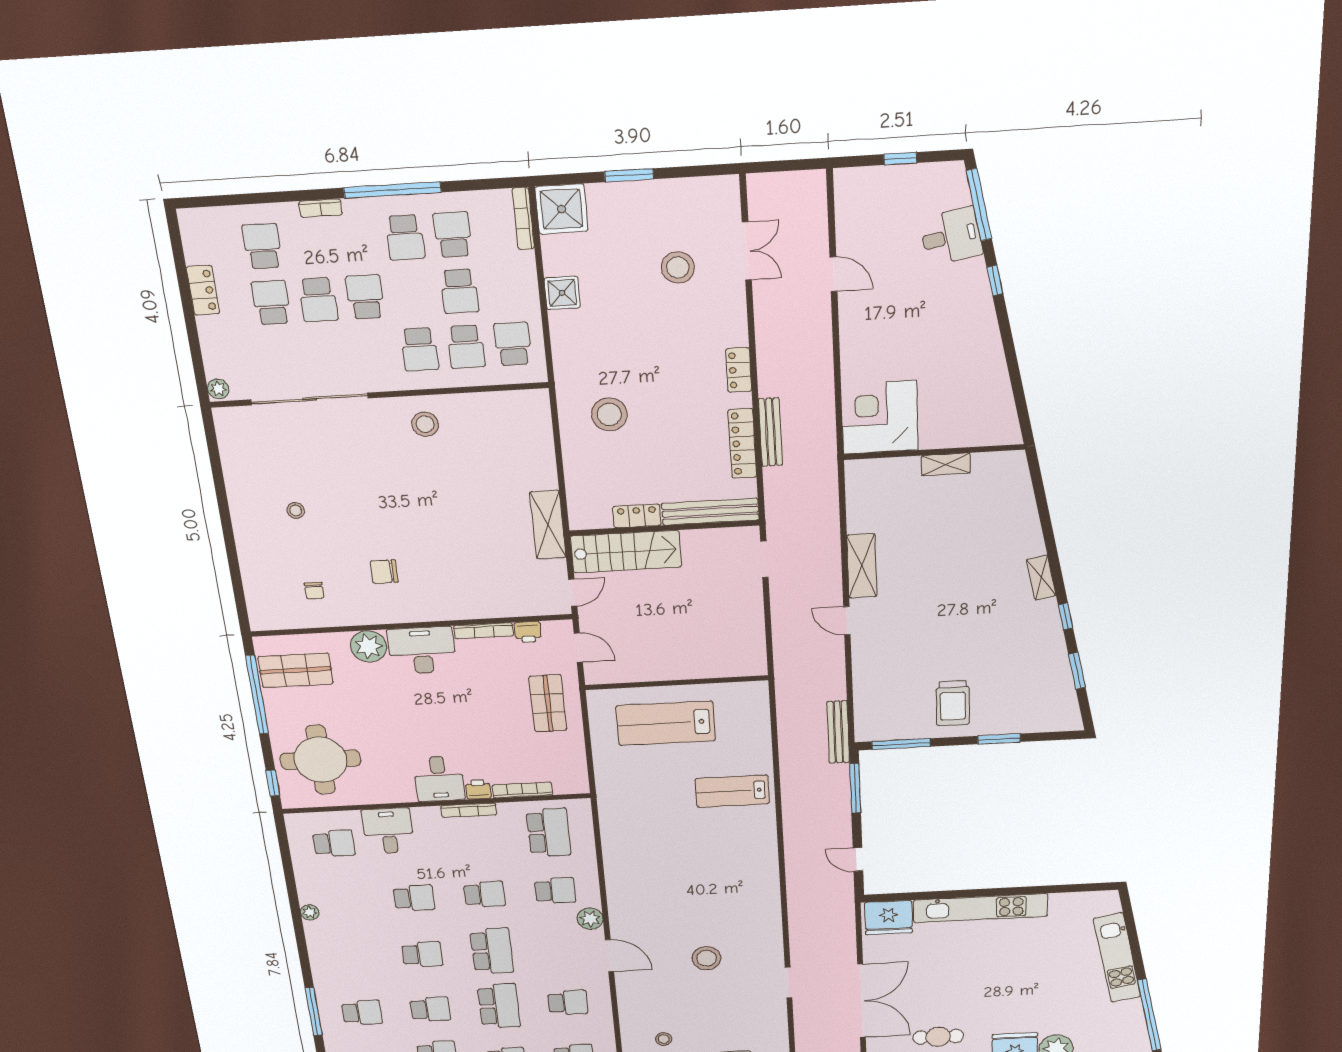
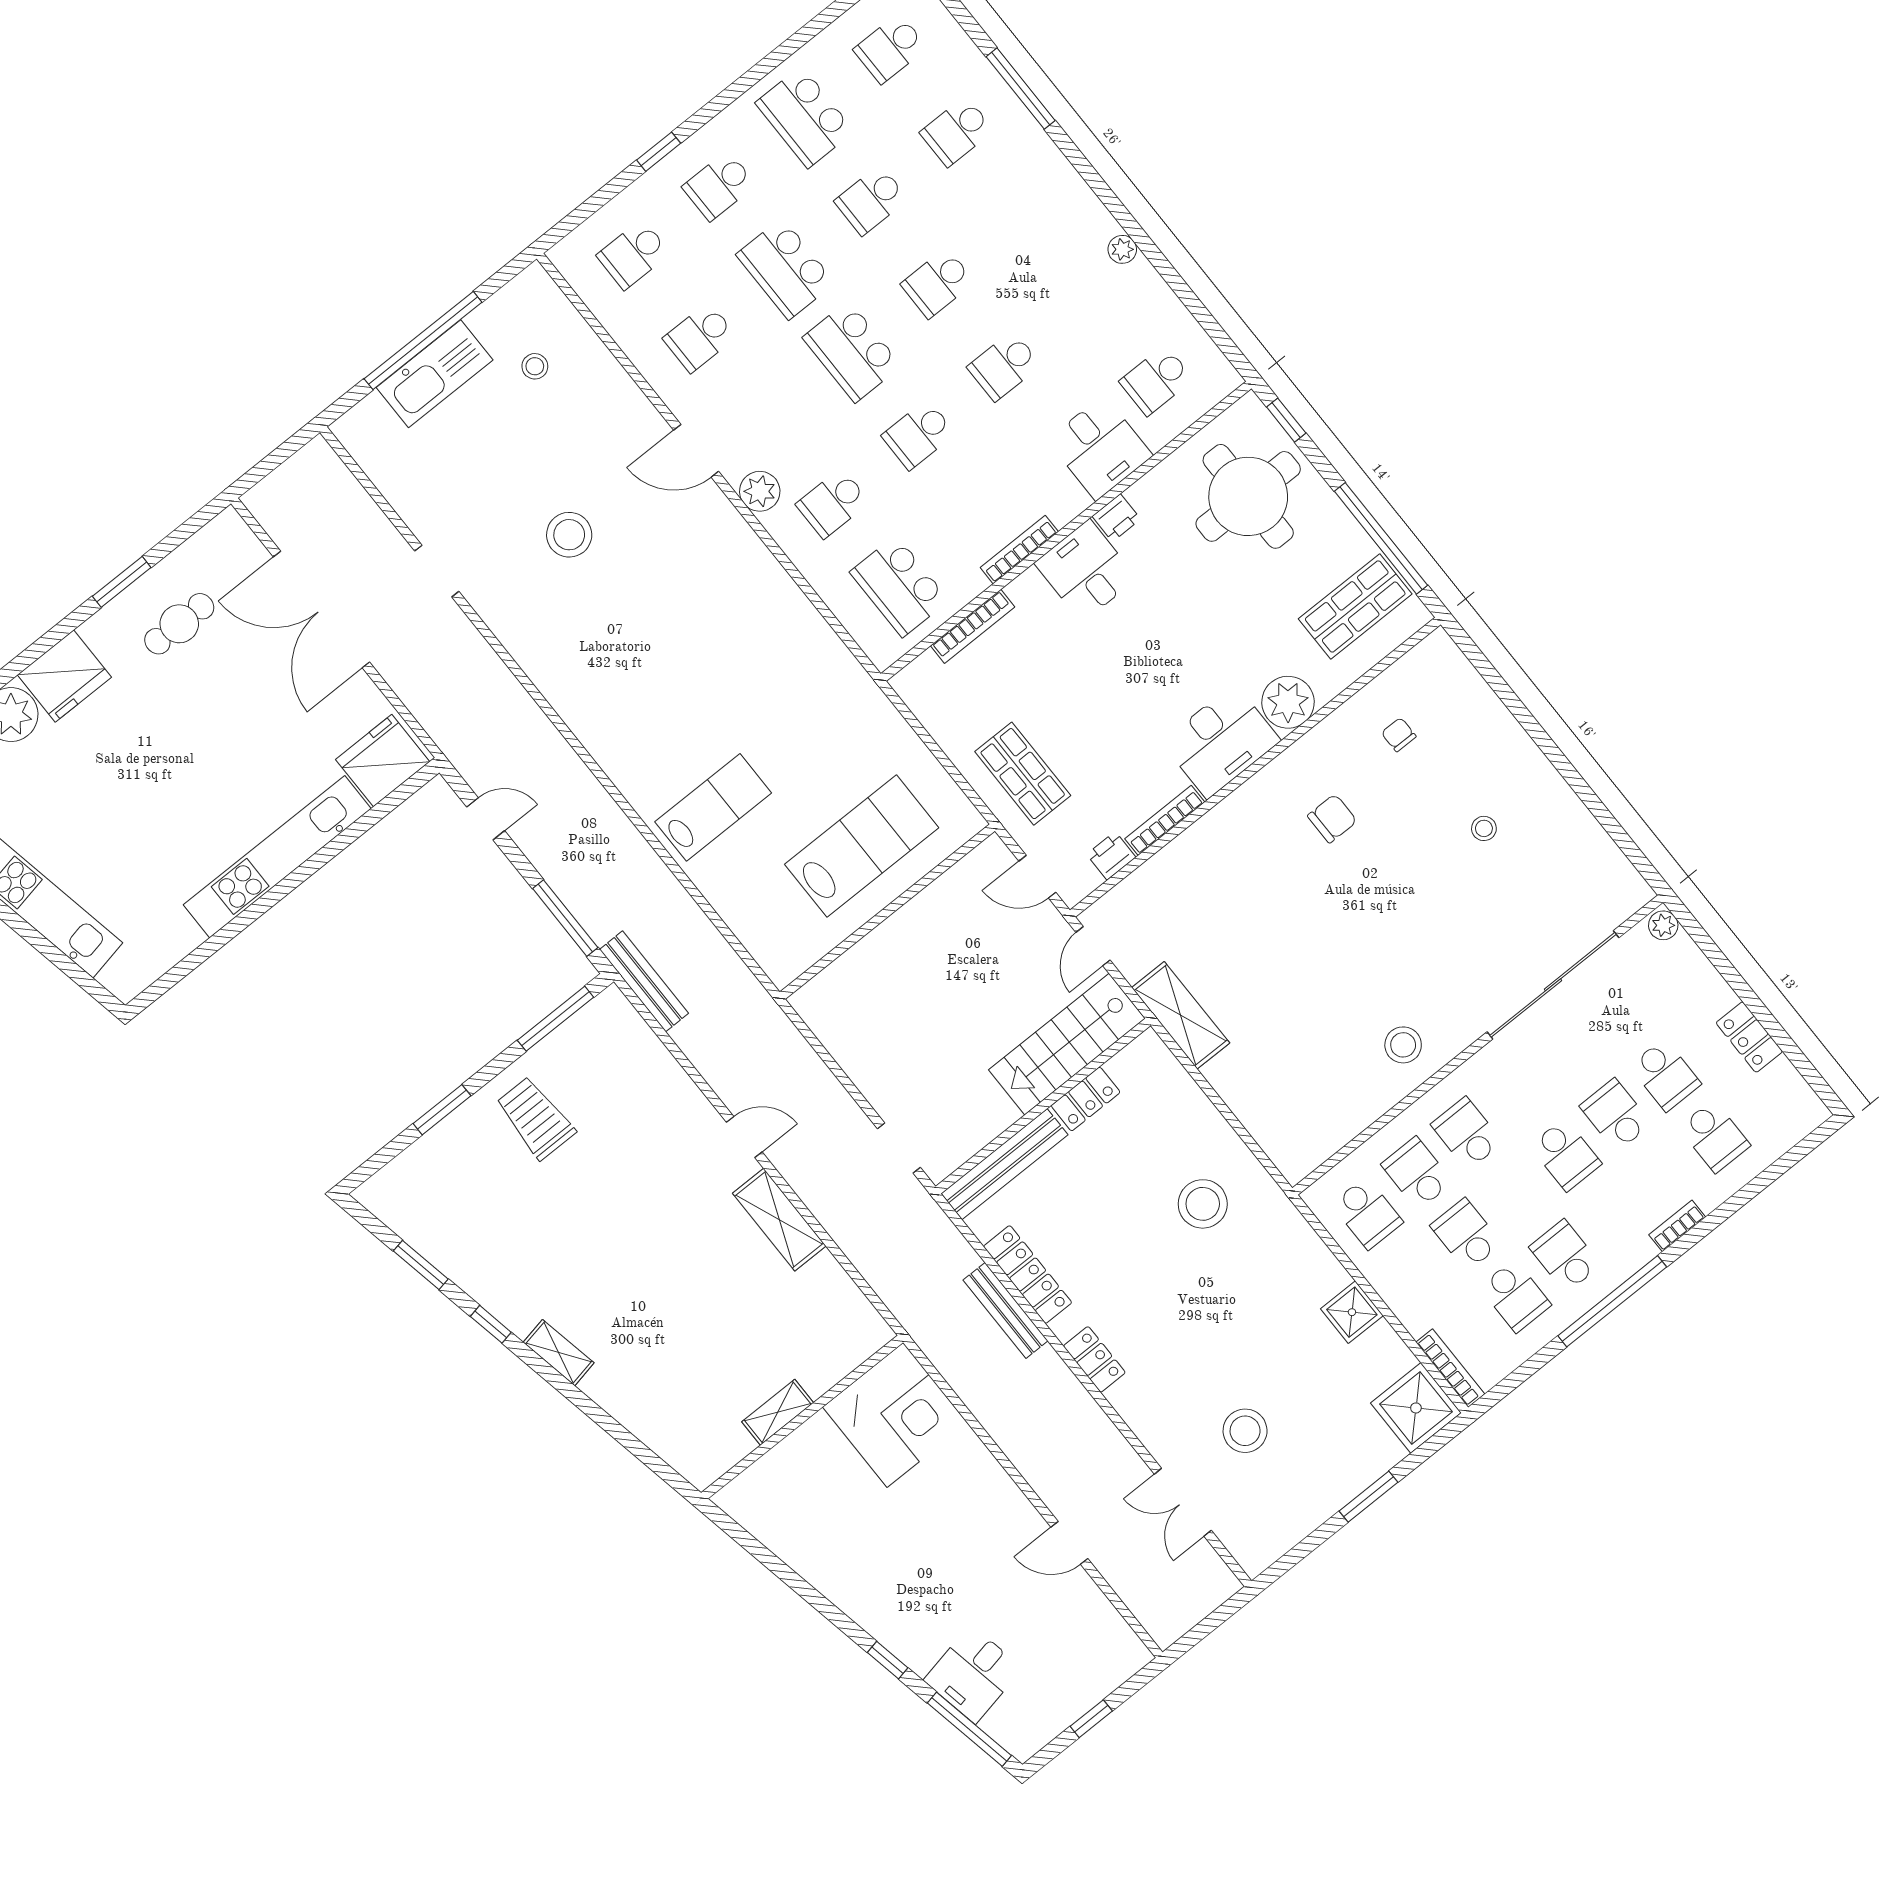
printer: (478, 789) -> (1116, 518), moved

